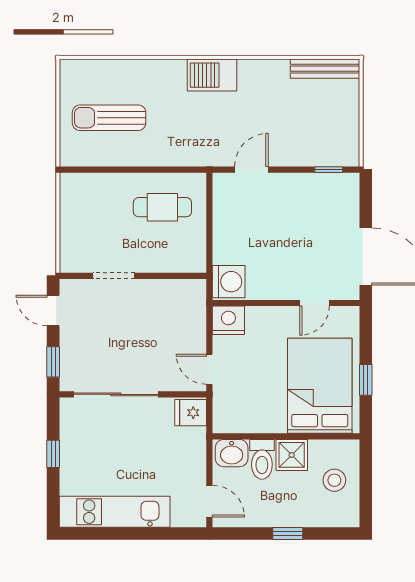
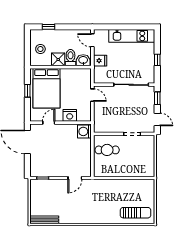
barbecue: (212, 75) -> (91, 217), removed
sun lounger: (109, 118) -> (136, 213), moved
cafe table: (162, 207) -> (107, 150), moved
nightstand: (228, 320) -> (70, 115), moved
fridge: (191, 413) -> (100, 61), moved
window: (288, 533) -> (49, 27), moved

